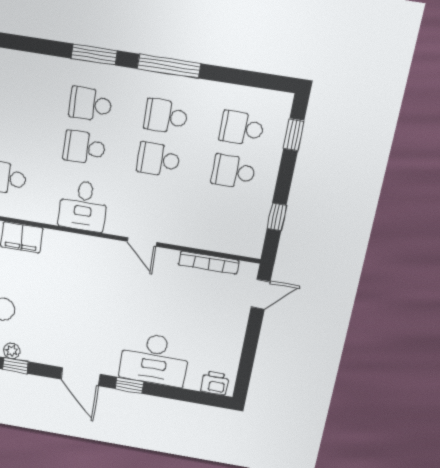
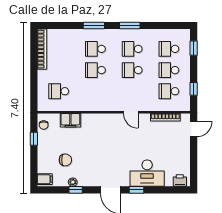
window: (169, 66) -> (130, 26), width x0.69
desk: (83, 206) -> (99, 99), removed
school desk: (225, 214) -> (169, 91), added

